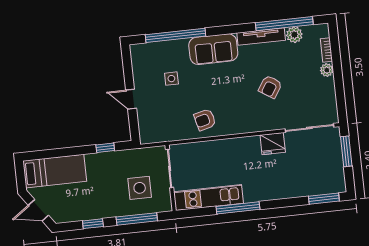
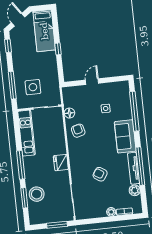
window: (284, 24) -> (140, 166), moved
floor lamp: (178, 133) -> (69, 113), added
fridge: (273, 144) -> (61, 163), moved
window: (105, 148) -> (58, 49), moved
stool: (300, 182) -> (37, 194), added
window: (324, 199) -> (24, 198), moved
window: (238, 208) -> (21, 165), moved
window: (93, 224) -> (8, 46), moved

